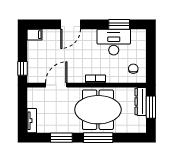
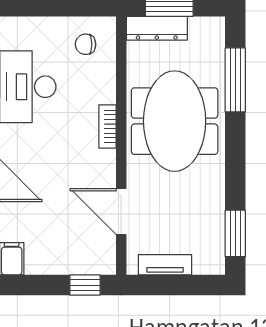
tv unit: (32, 121) -> (165, 265), moved
window: (61, 138) -> (235, 233), moved
window: (98, 138) -> (235, 80), moved

